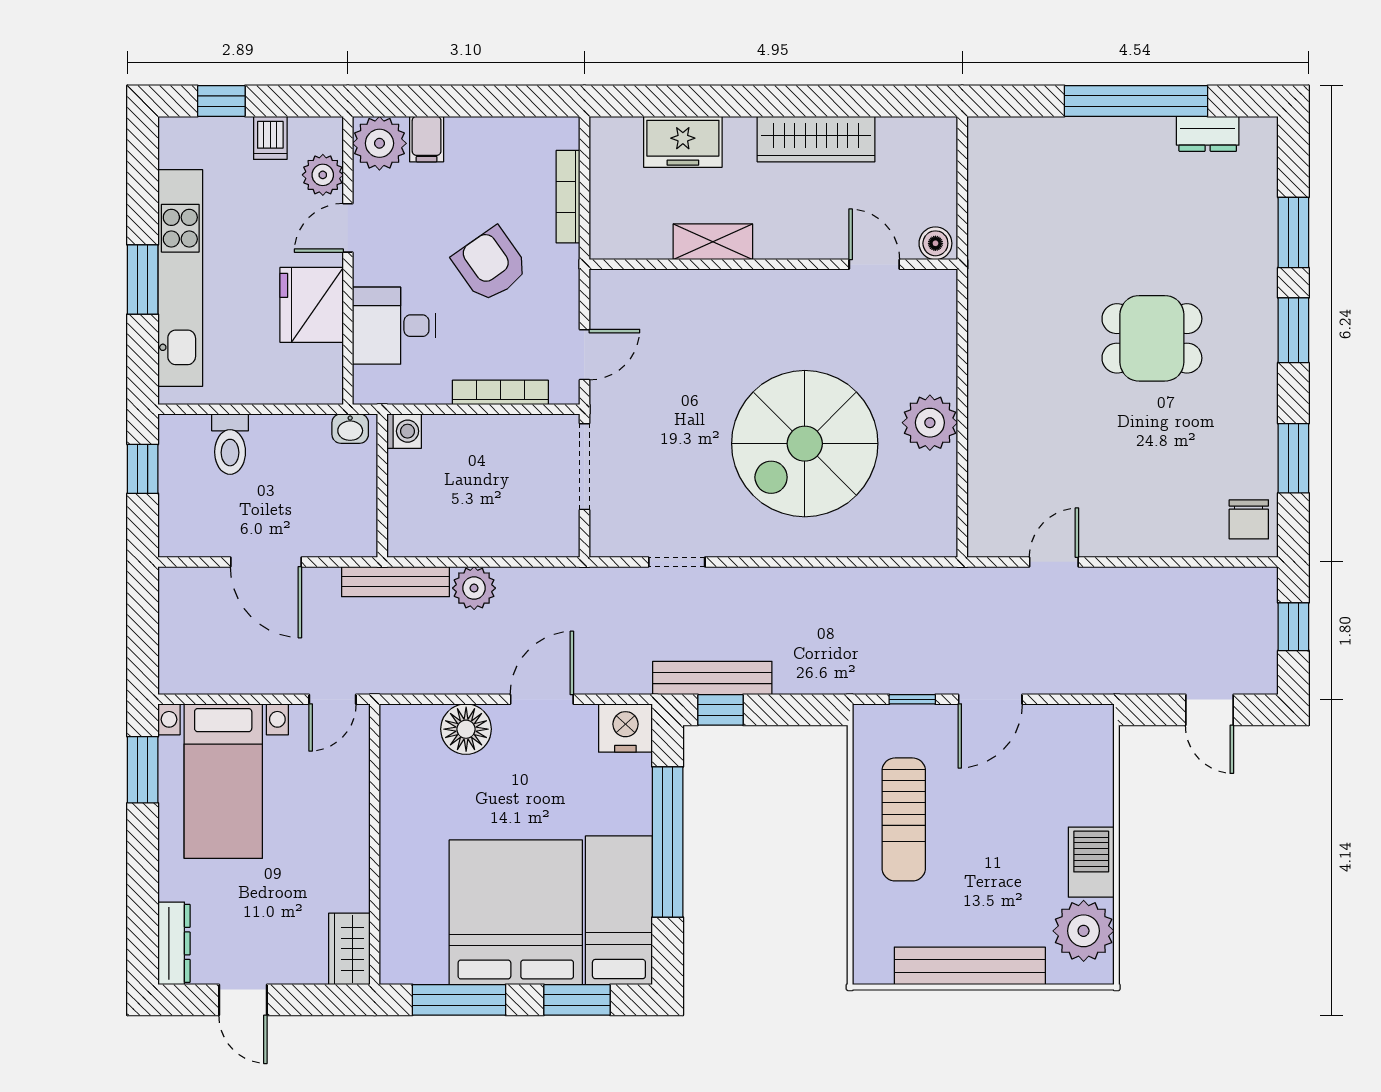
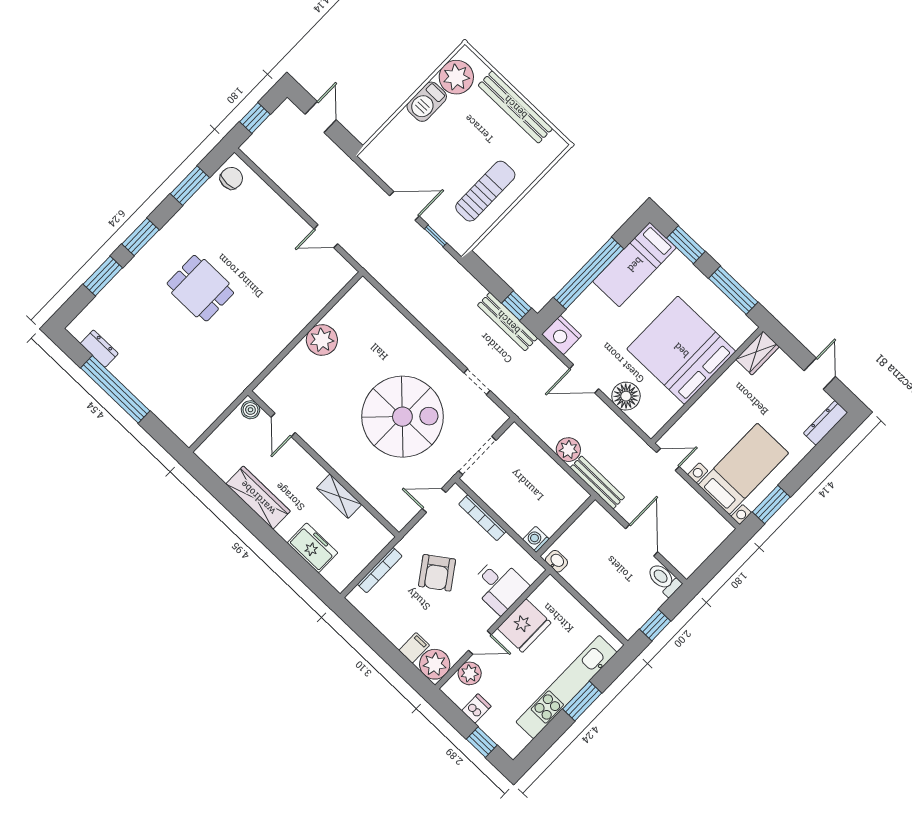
toilet: (230, 444) -> (664, 579), moved, turned -90
spiral stairs: (805, 444) -> (402, 417), moved
bed: (516, 912) -> (681, 350), moved, turned 90

